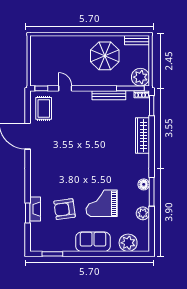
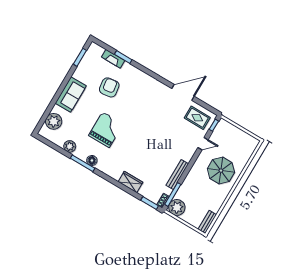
parasol: (105, 56) -> (221, 171), moved
wardrobe: (142, 136) -> (130, 182), width x0.67
grand piano: (102, 203) -> (106, 130), moved
fireplace: (35, 209) -> (113, 59), moved

